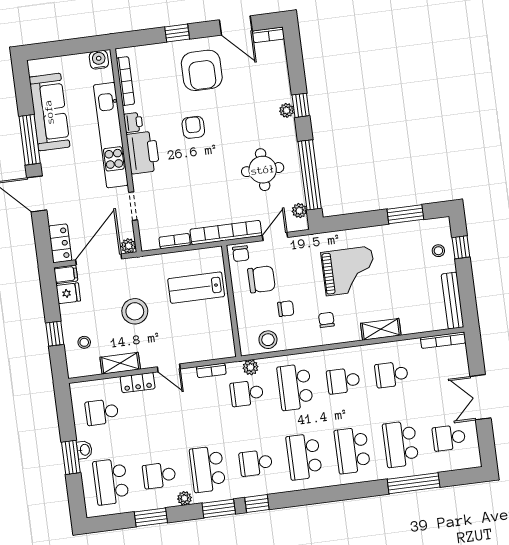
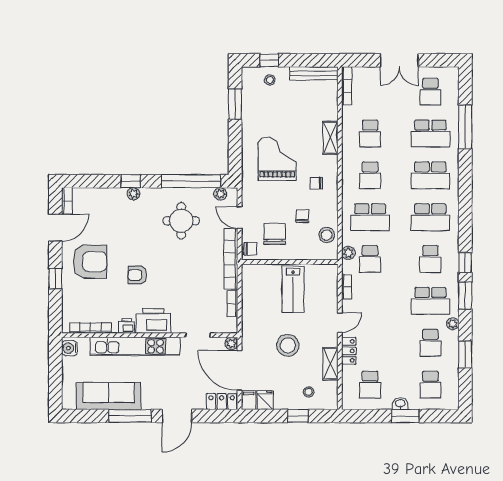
lab bench: (196, 288) -> (293, 289), moved
school desk: (111, 482) -> (430, 385), width x0.54

